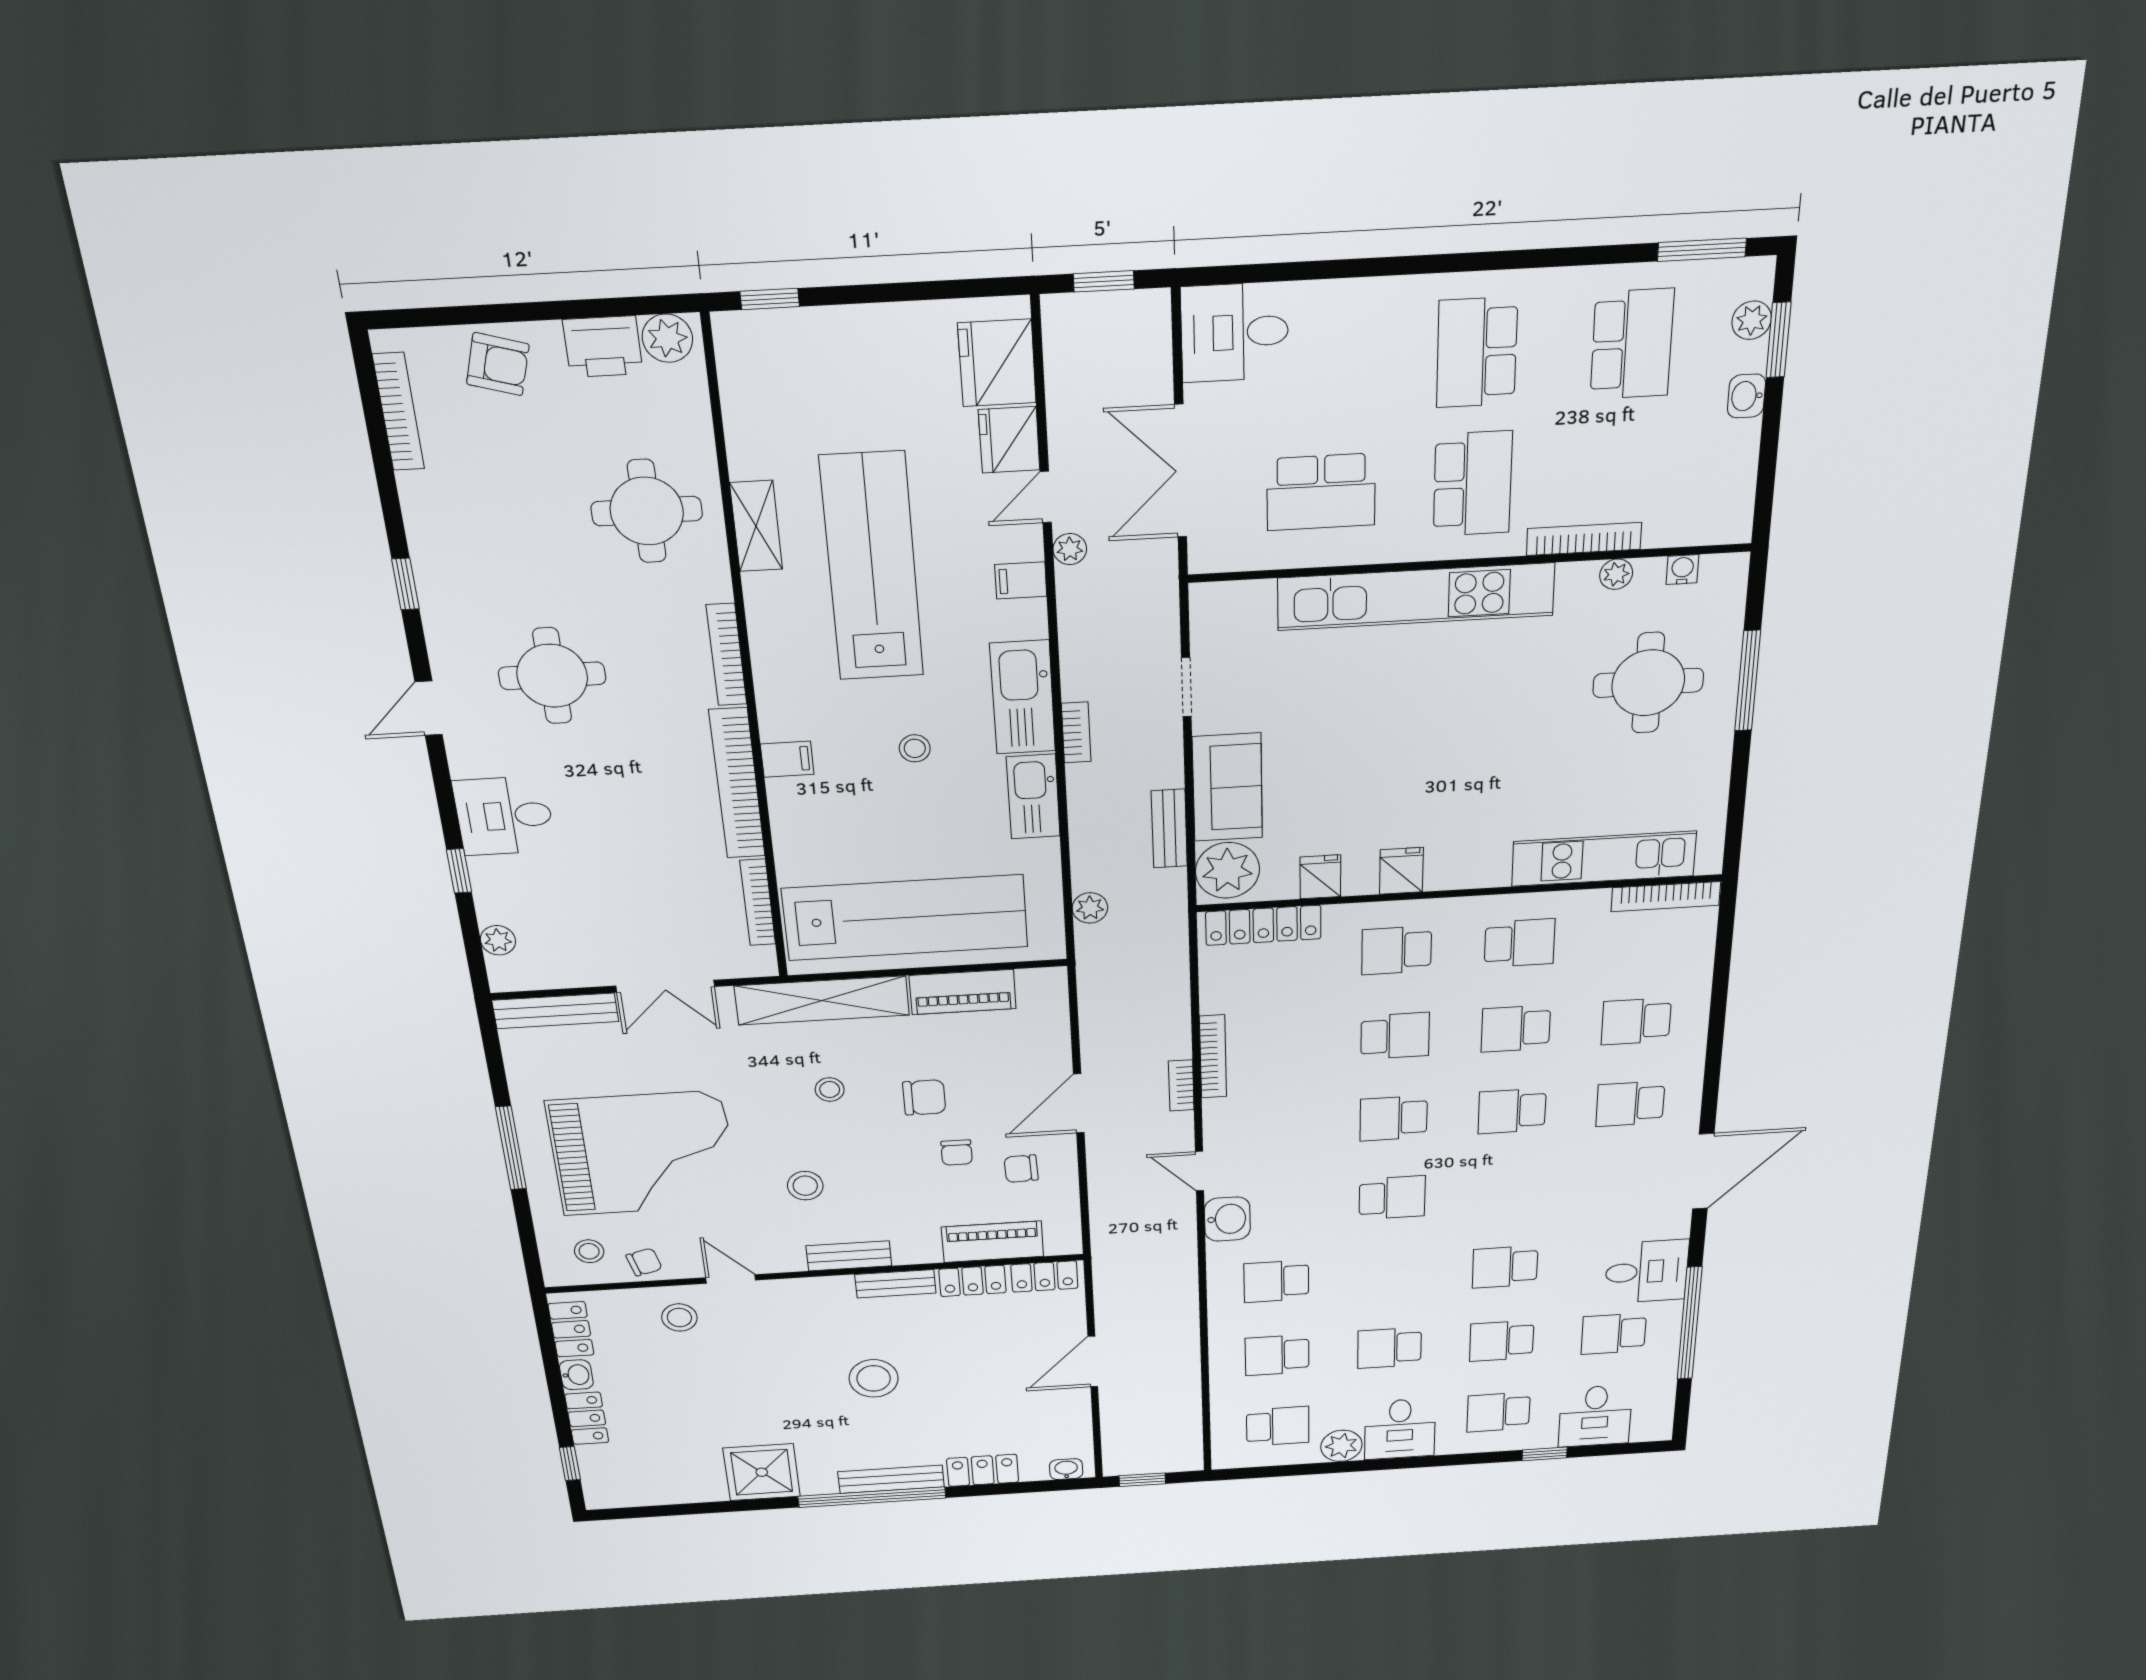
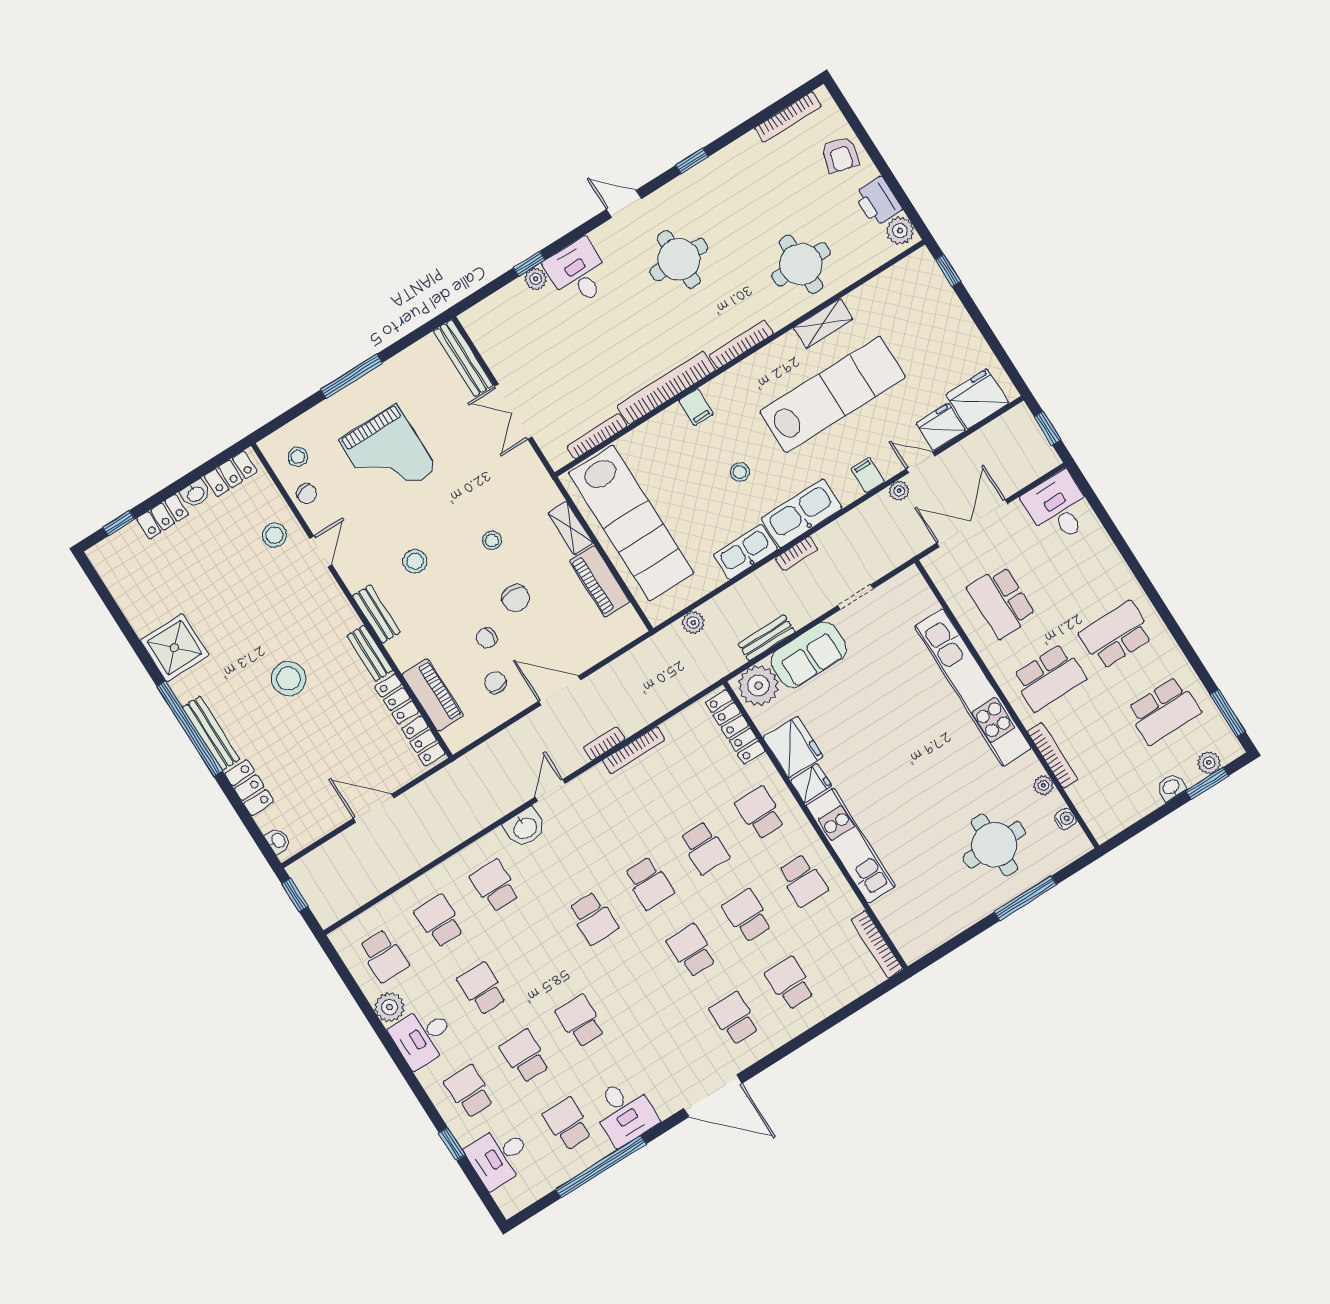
kitchen unit: (1604, 859) -> (851, 846), moved
fridge: (1320, 877) -> (793, 747), width x1.88, depth x1.34
plant: (498, 940) -> (536, 279), moved
shelving: (822, 1000) -> (570, 528), width x0.45, depth x0.75
school desk: (1394, 1118) -> (649, 883), turned 180
grand piano: (643, 1153) -> (388, 454), width x0.73, depth x0.68

